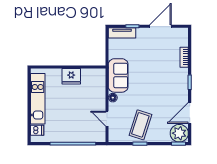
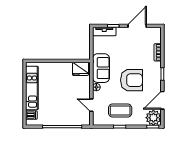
fridge: (71, 76) -> (80, 69), moved
armchair: (154, 89) -> (132, 80), added
coffee table: (140, 125) -> (120, 110), turned 72

